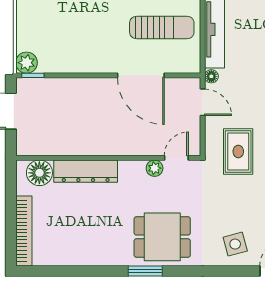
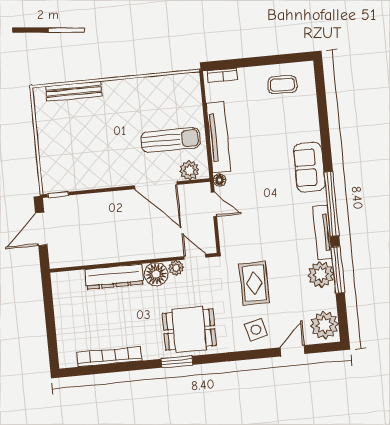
plant: (27, 63) -> (189, 170), moved
rug: (238, 151) -> (254, 283), moved
door: (176, 158) -> (195, 257), hinge flipped
floor lamp: (39, 173) -> (156, 274), moved
bookcase: (24, 231) -> (109, 357), moved, turned -90

